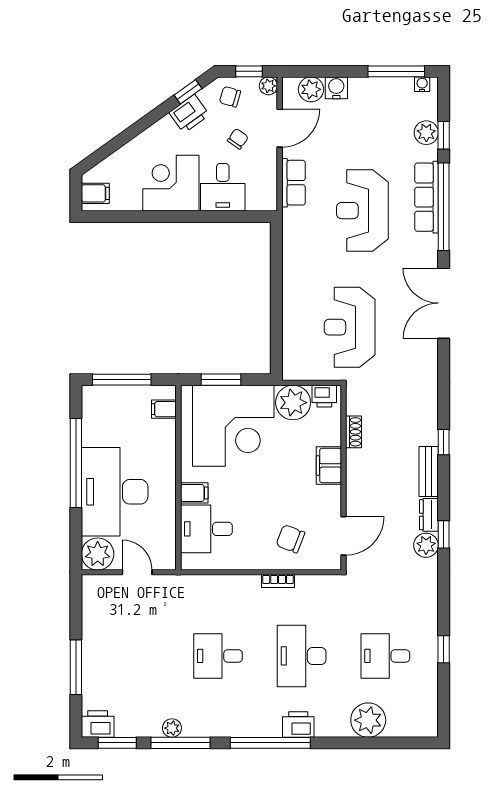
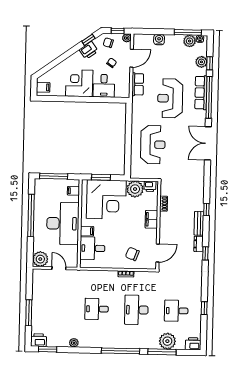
plant: (311, 89) -> (190, 41), moved
reception desk: (350, 327) -> (153, 145), moved, turned 180
desk: (115, 492) -> (63, 223), moved, turned 180
plant: (426, 545) -> (197, 258), removed
printer: (298, 725) -> (193, 344), moved
window: (180, 743) -> (162, 352), moved

